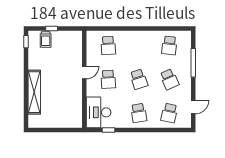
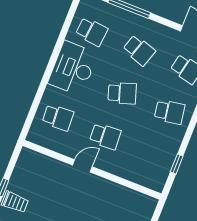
door: (84, 72) -> (82, 166), hinge flipped
school desk: (169, 79) -> (139, 50), turned 42
desk: (99, 112) -> (73, 68), moved, turned 90

